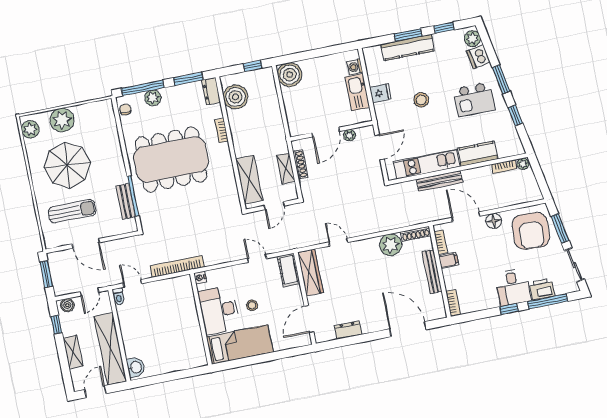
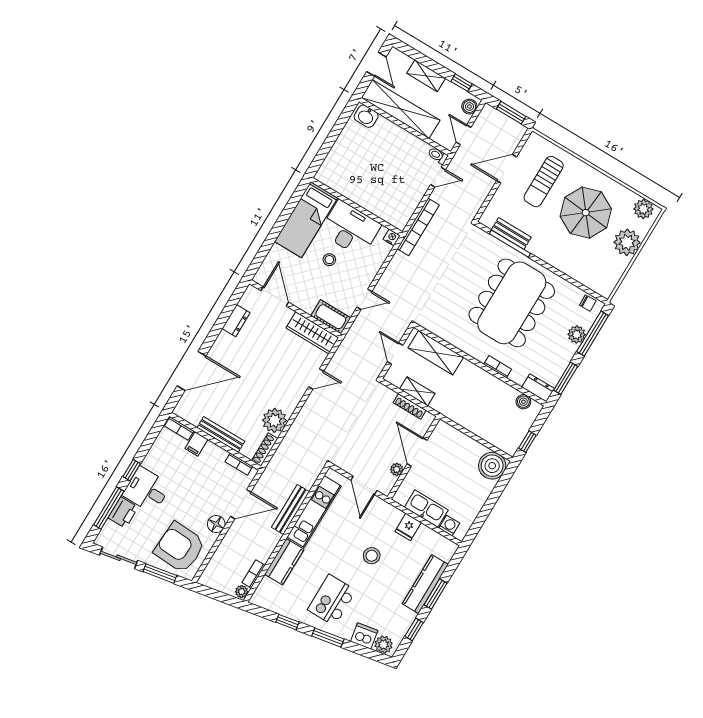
boiler: (235, 97) -> (523, 402), width x0.54, depth x0.54
filing cabinet: (449, 260) -> (196, 444), moved

